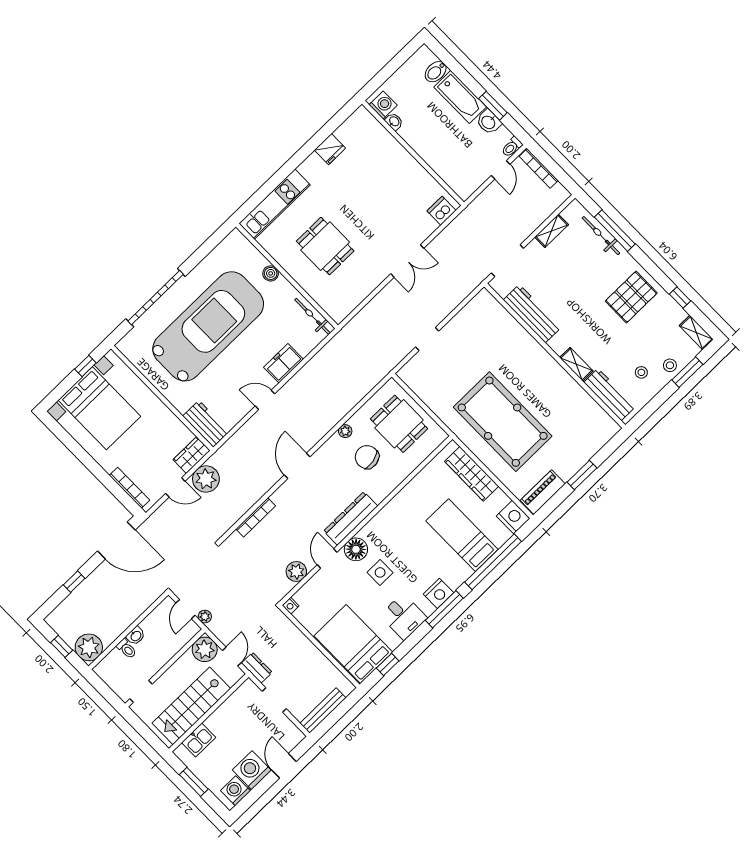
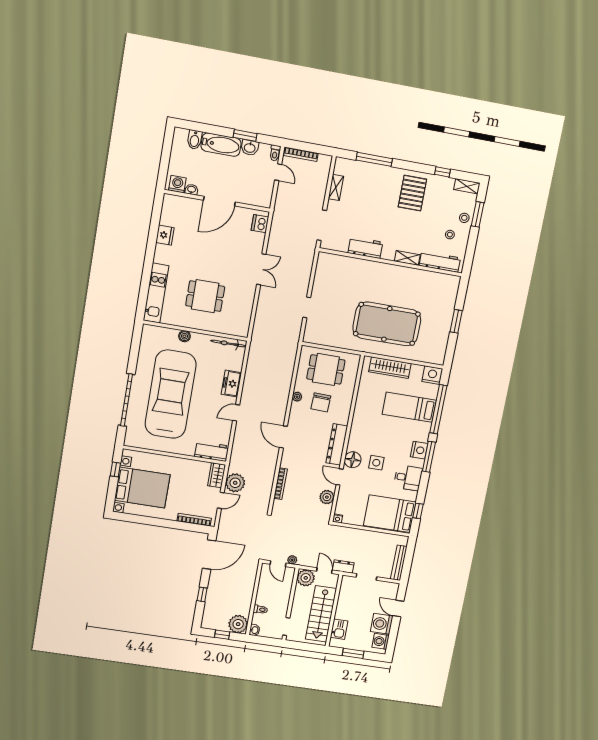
door: (415, 155) -> (219, 201), added
bicycle: (601, 236) -> (368, 169), removed
workbench: (532, 314) -> (365, 248), width x0.73
chair: (367, 457) -> (321, 402), turned -77
piano: (543, 492) -> (440, 348), removed
washbasin: (136, 636) -> (255, 630), moved

